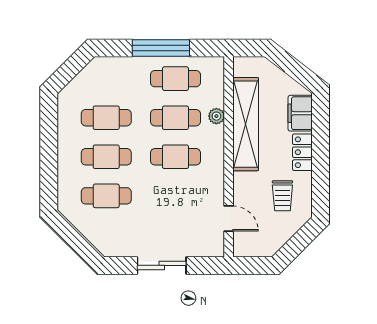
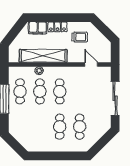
cafe table: (106, 118) -> (40, 127), removed
door: (229, 218) -> (91, 64), hinge flipped
sliding door: (162, 265) -> (115, 98), width x1.37

